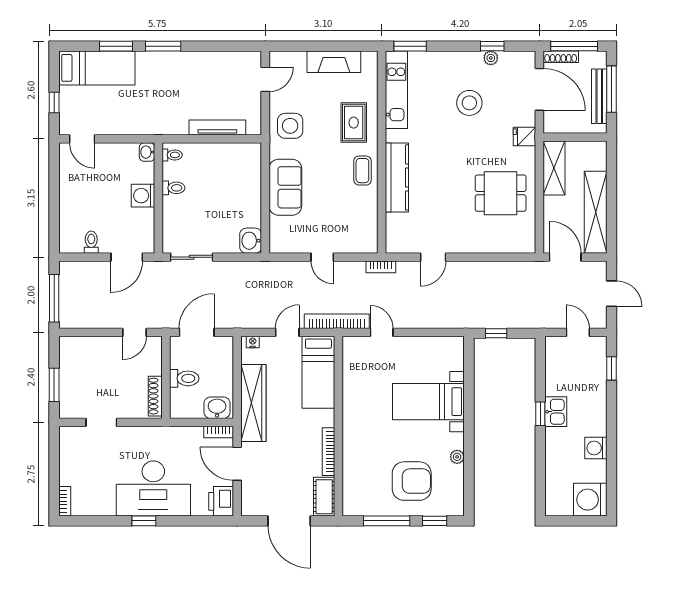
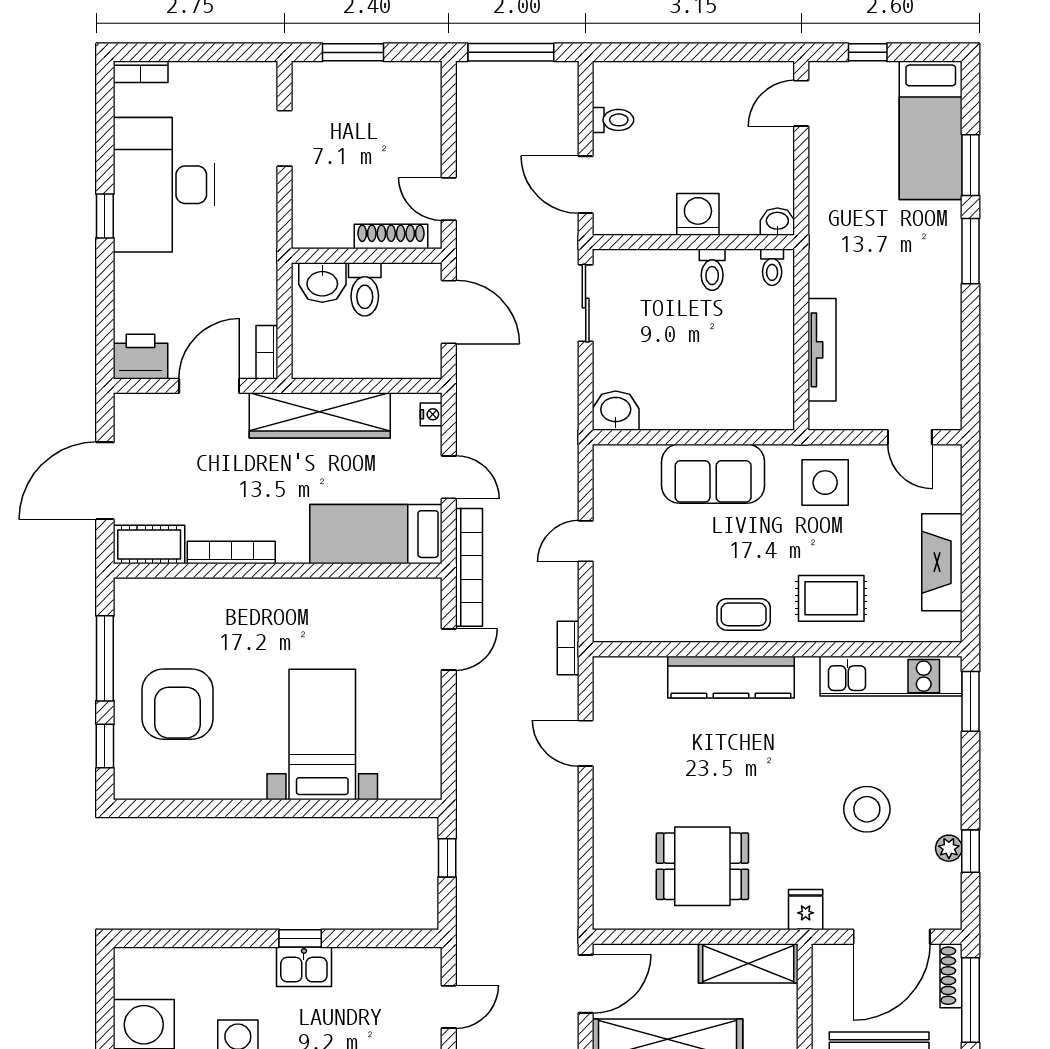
dining table: (501, 193) -> (702, 866), turned 90
shoe rack: (155, 396) -> (391, 237), moved
washbasin: (217, 408) -> (322, 283), moved, turned 90
plant: (457, 457) -> (222, 787), removed
desk: (153, 488) -> (164, 185), moved

